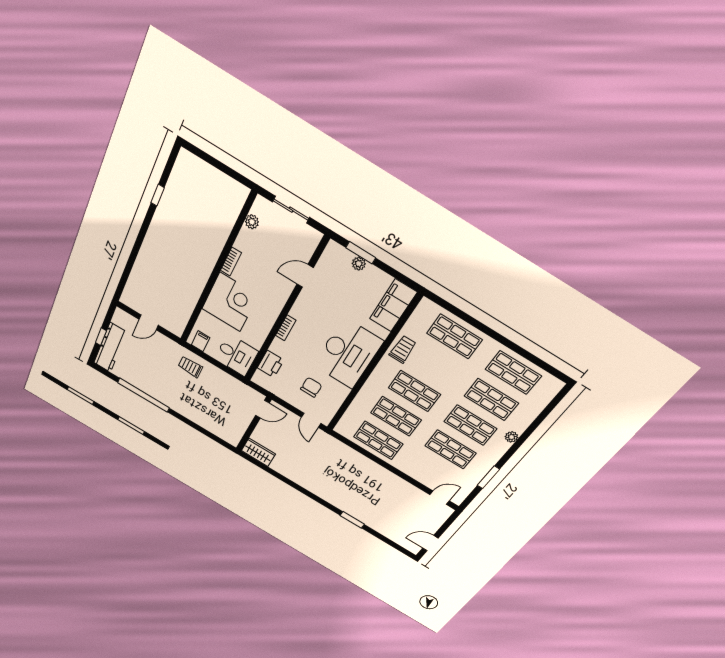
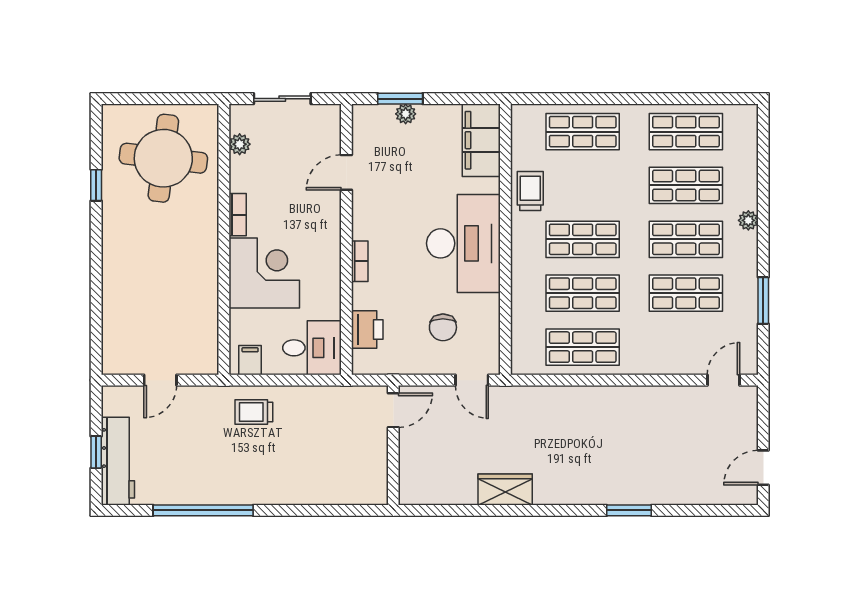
round table: (203, 203) -> (163, 158), added
chair: (311, 387) -> (443, 327), turned 180
wardrobe: (258, 452) -> (505, 490), moved

